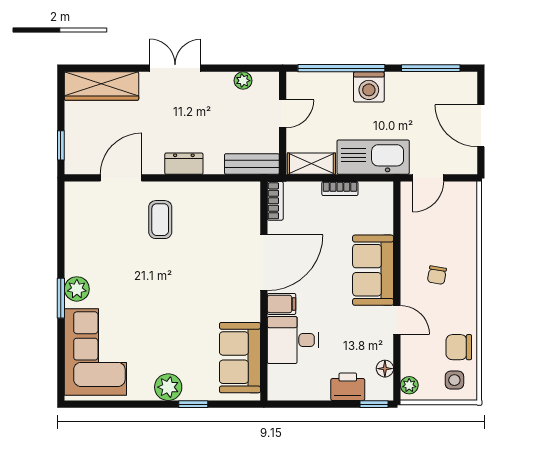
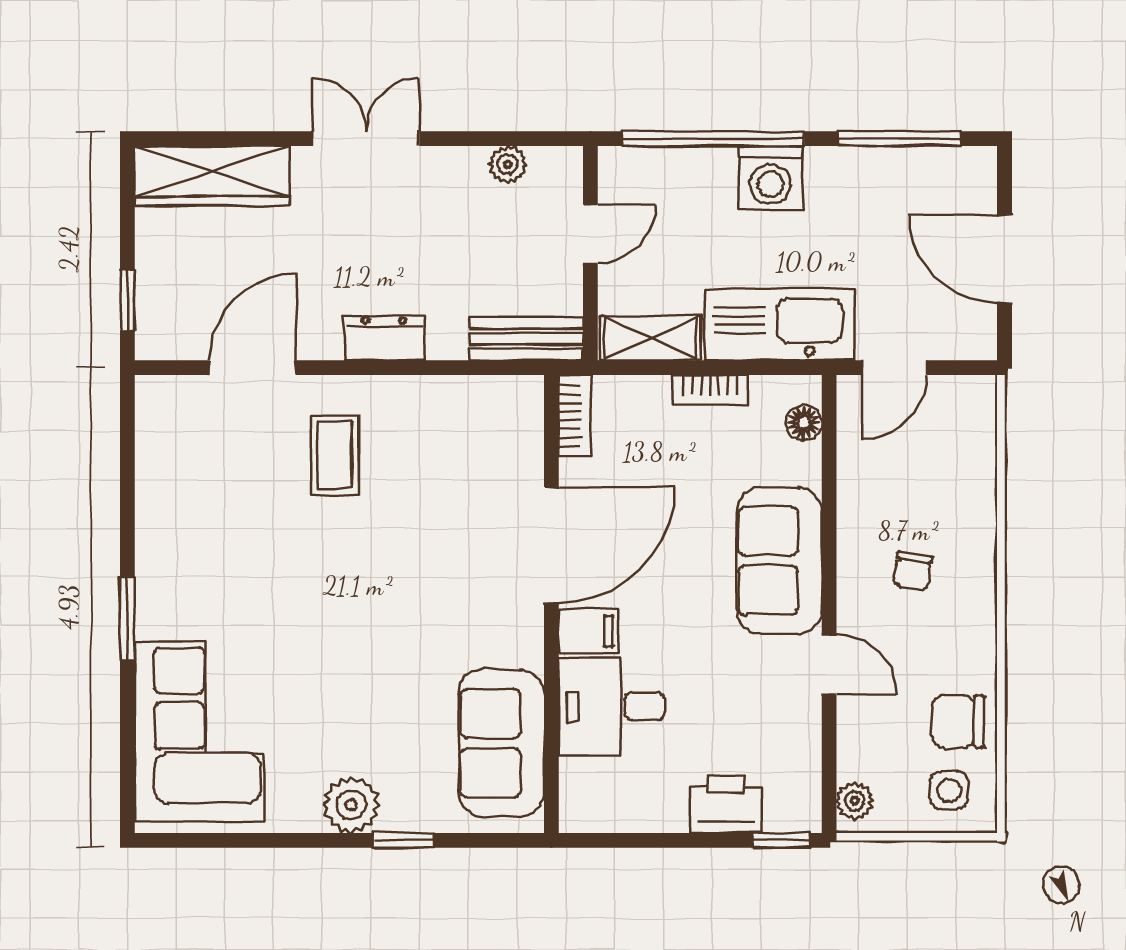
plant: (77, 289) -> (160, 600), removed
floor lamp: (385, 369) -> (804, 423), moved

